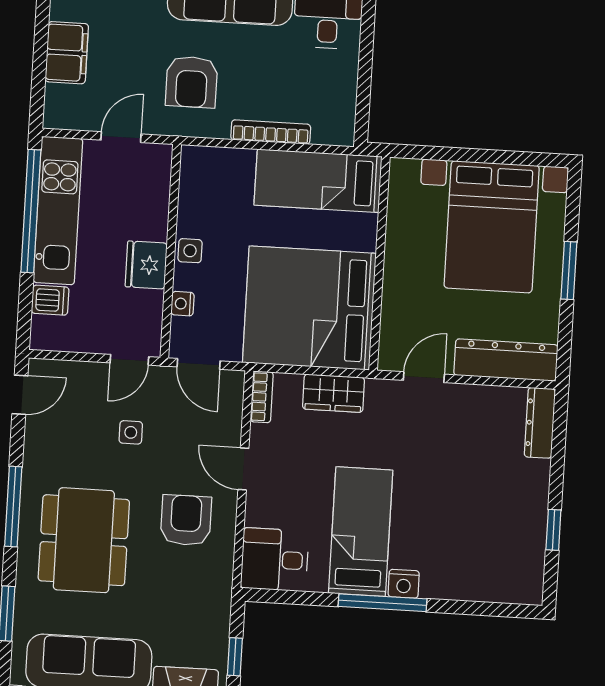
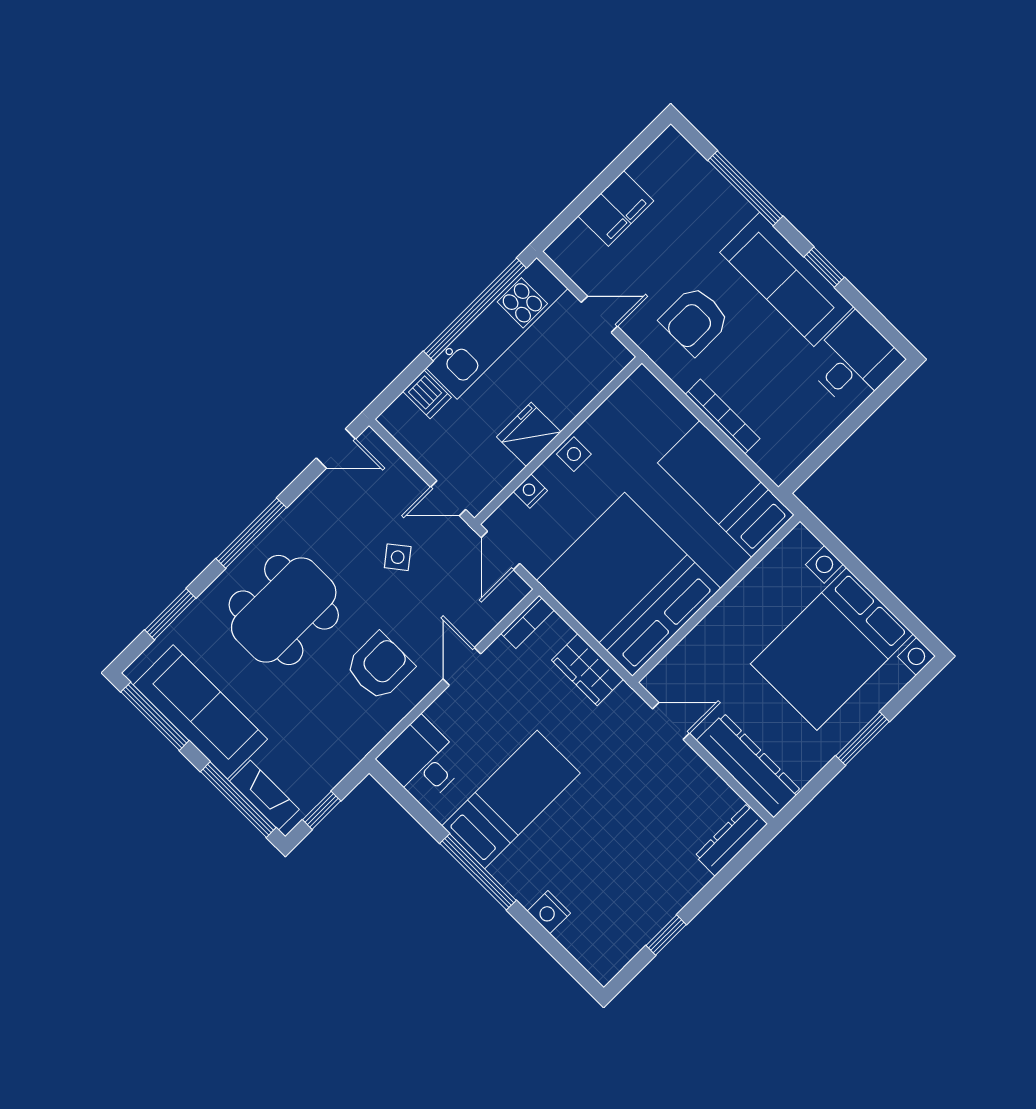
side table: (131, 432) -> (398, 557), turned -38
nightstand: (404, 584) -> (549, 912), moved

